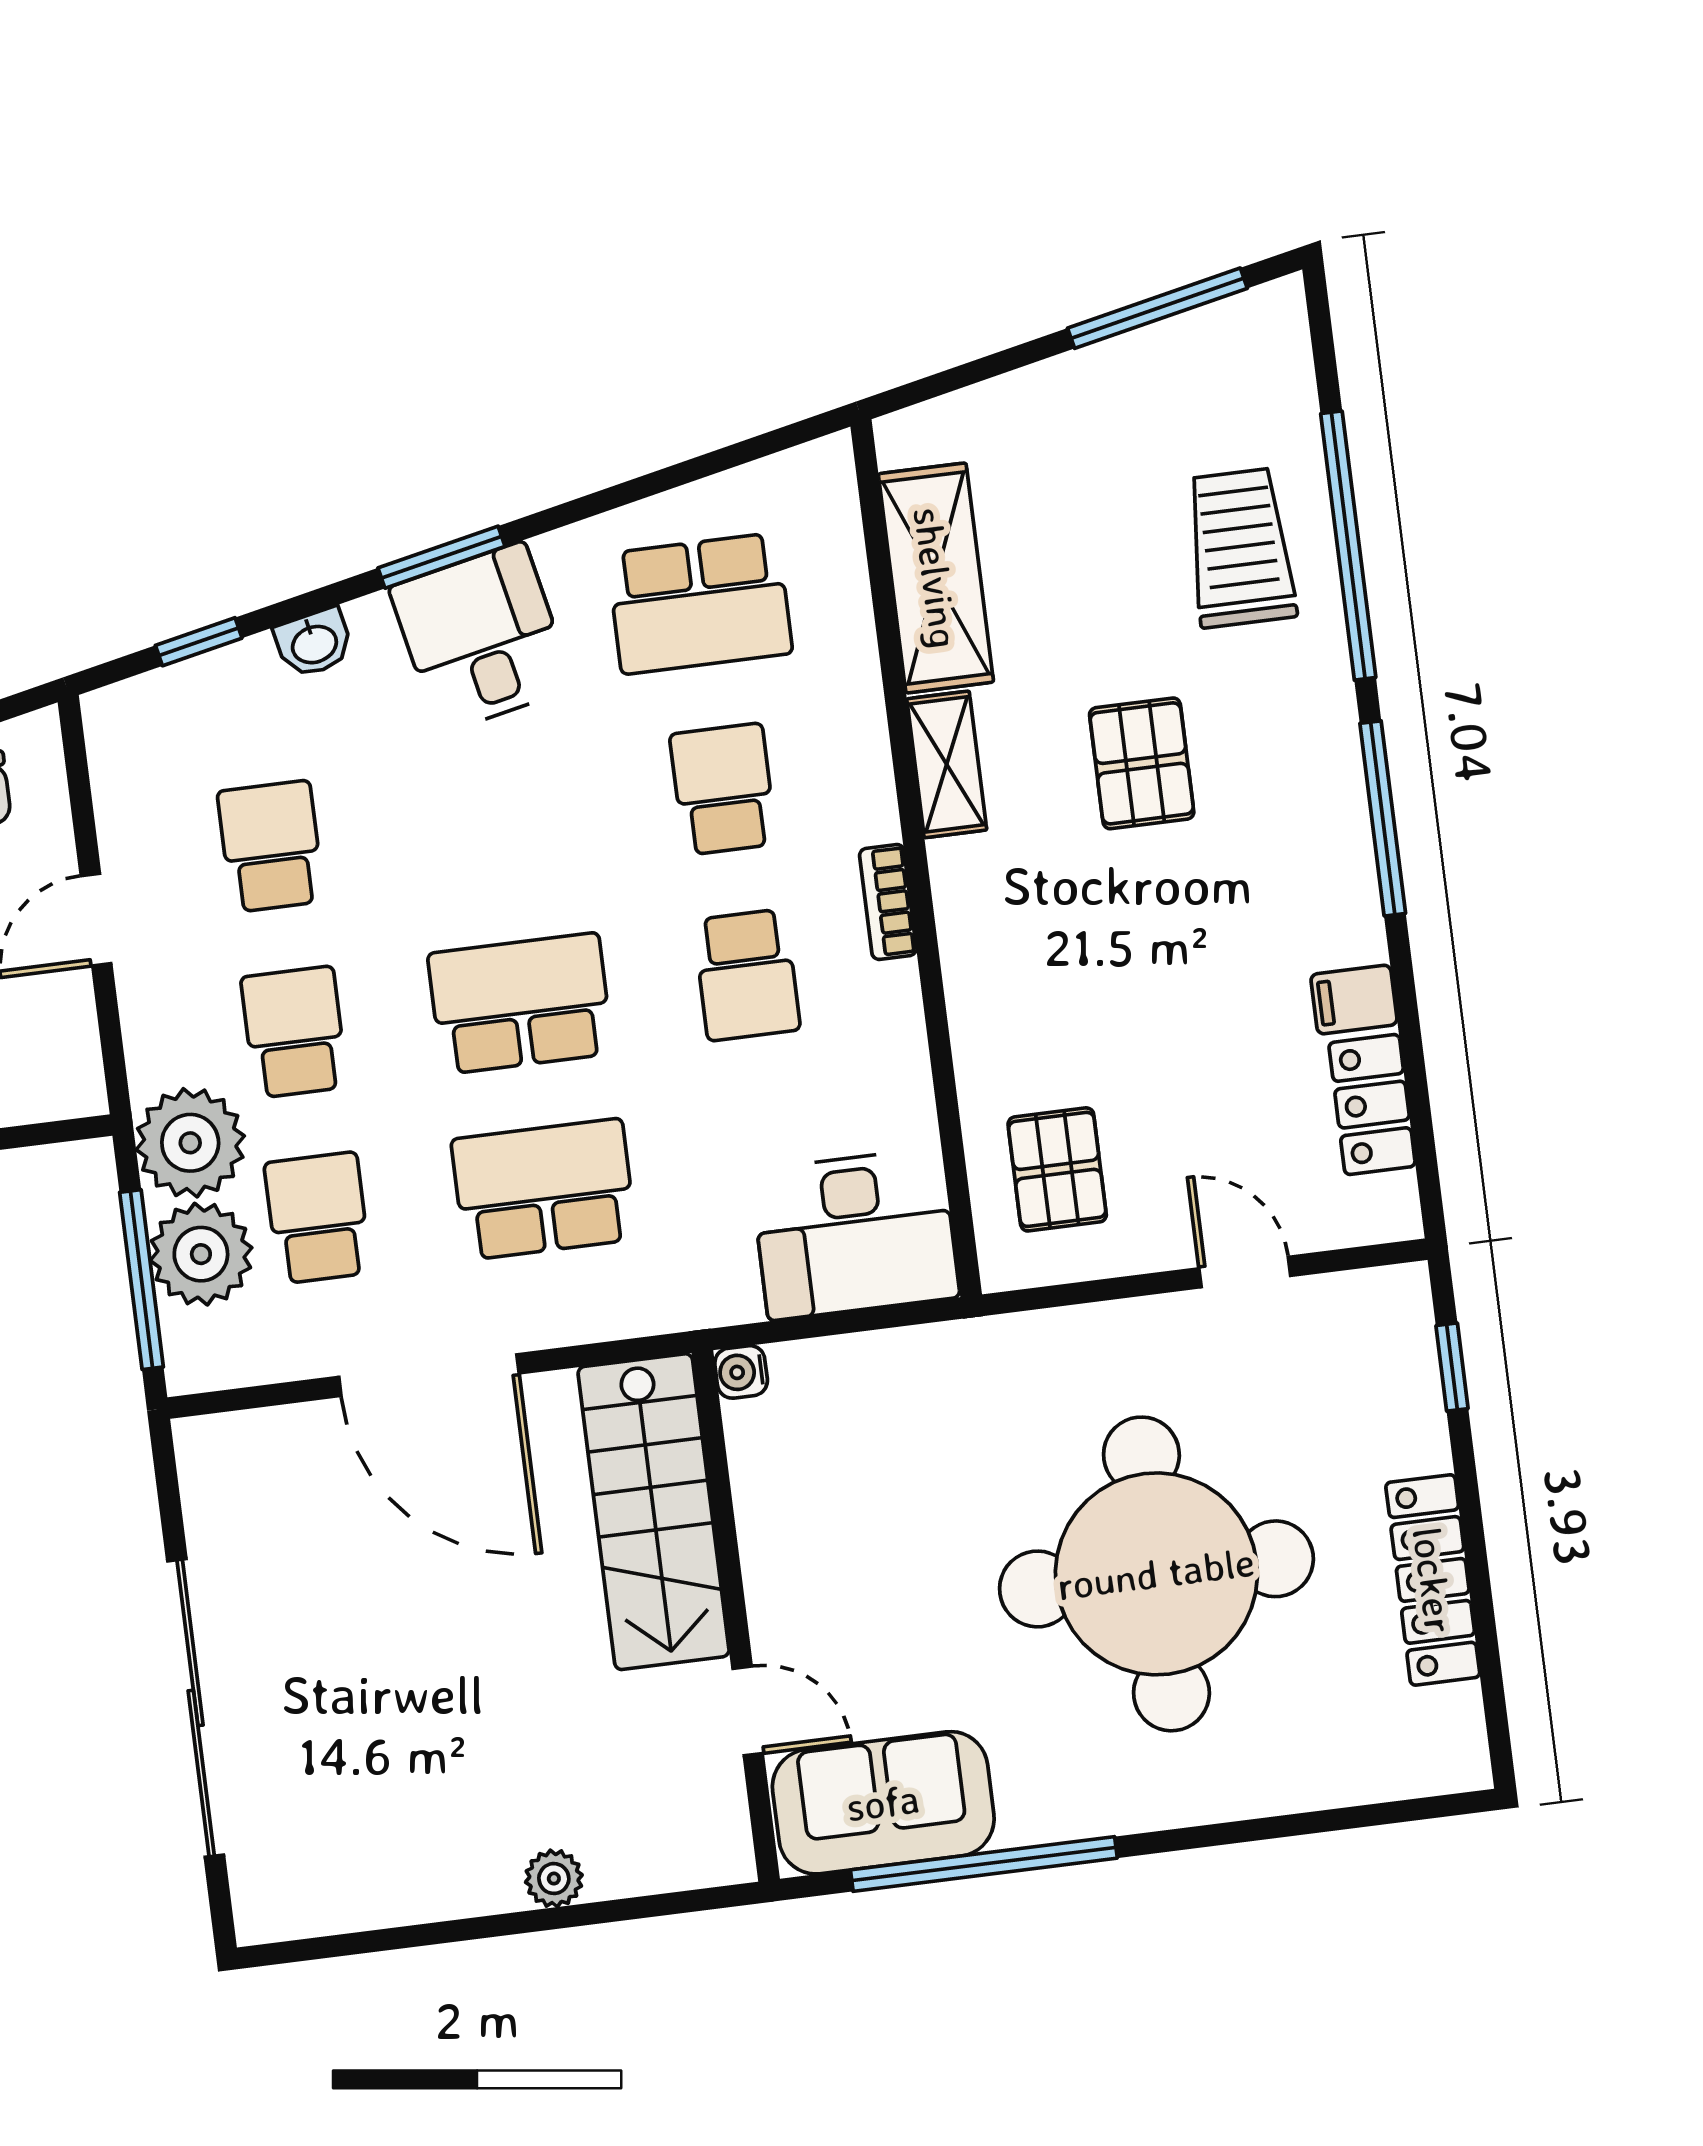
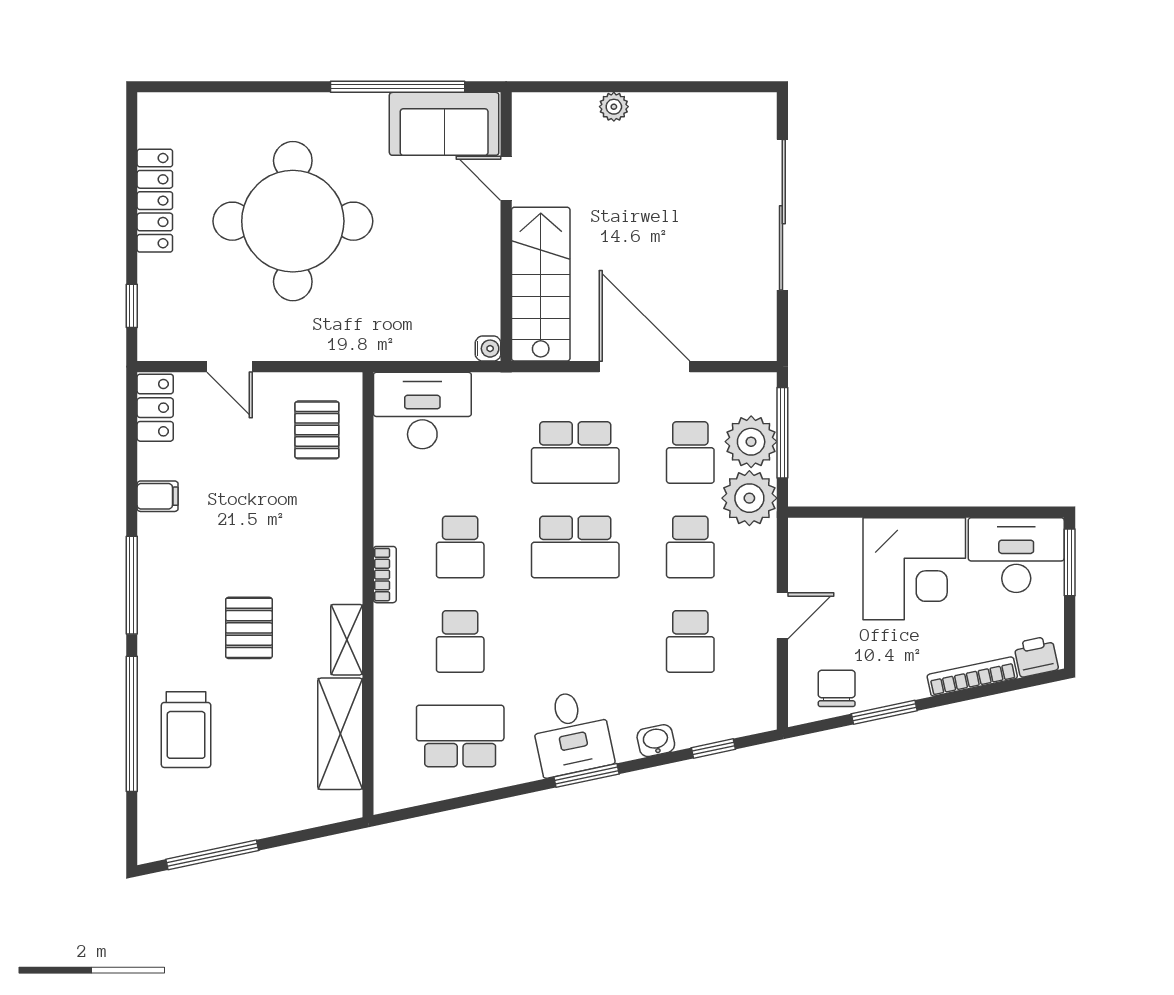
school desk: (747, 975) -> (460, 547), turned 180
locker: (1372, 1105) -> (155, 408), moved

